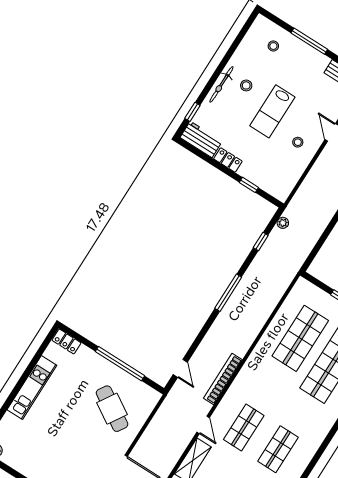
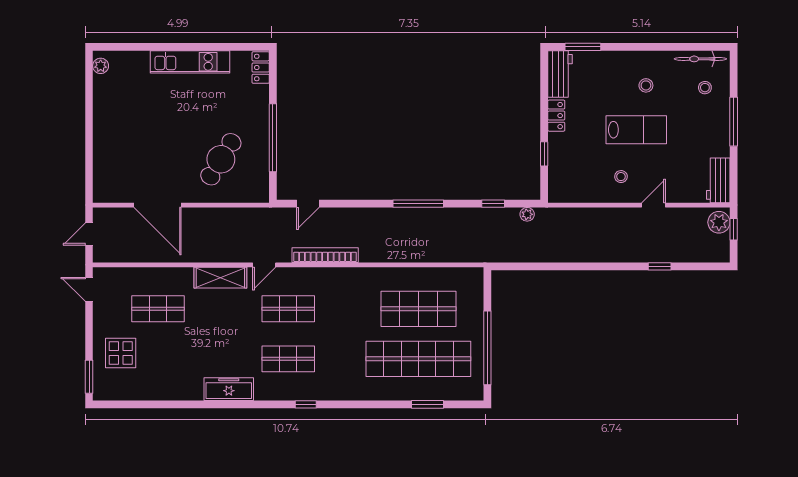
bicycle: (221, 84) -> (700, 59), moved
lab bench: (272, 111) -> (636, 130), turned 180
window: (192, 112) -> (583, 47), width x1.50
window: (317, 457) -> (306, 404), added

